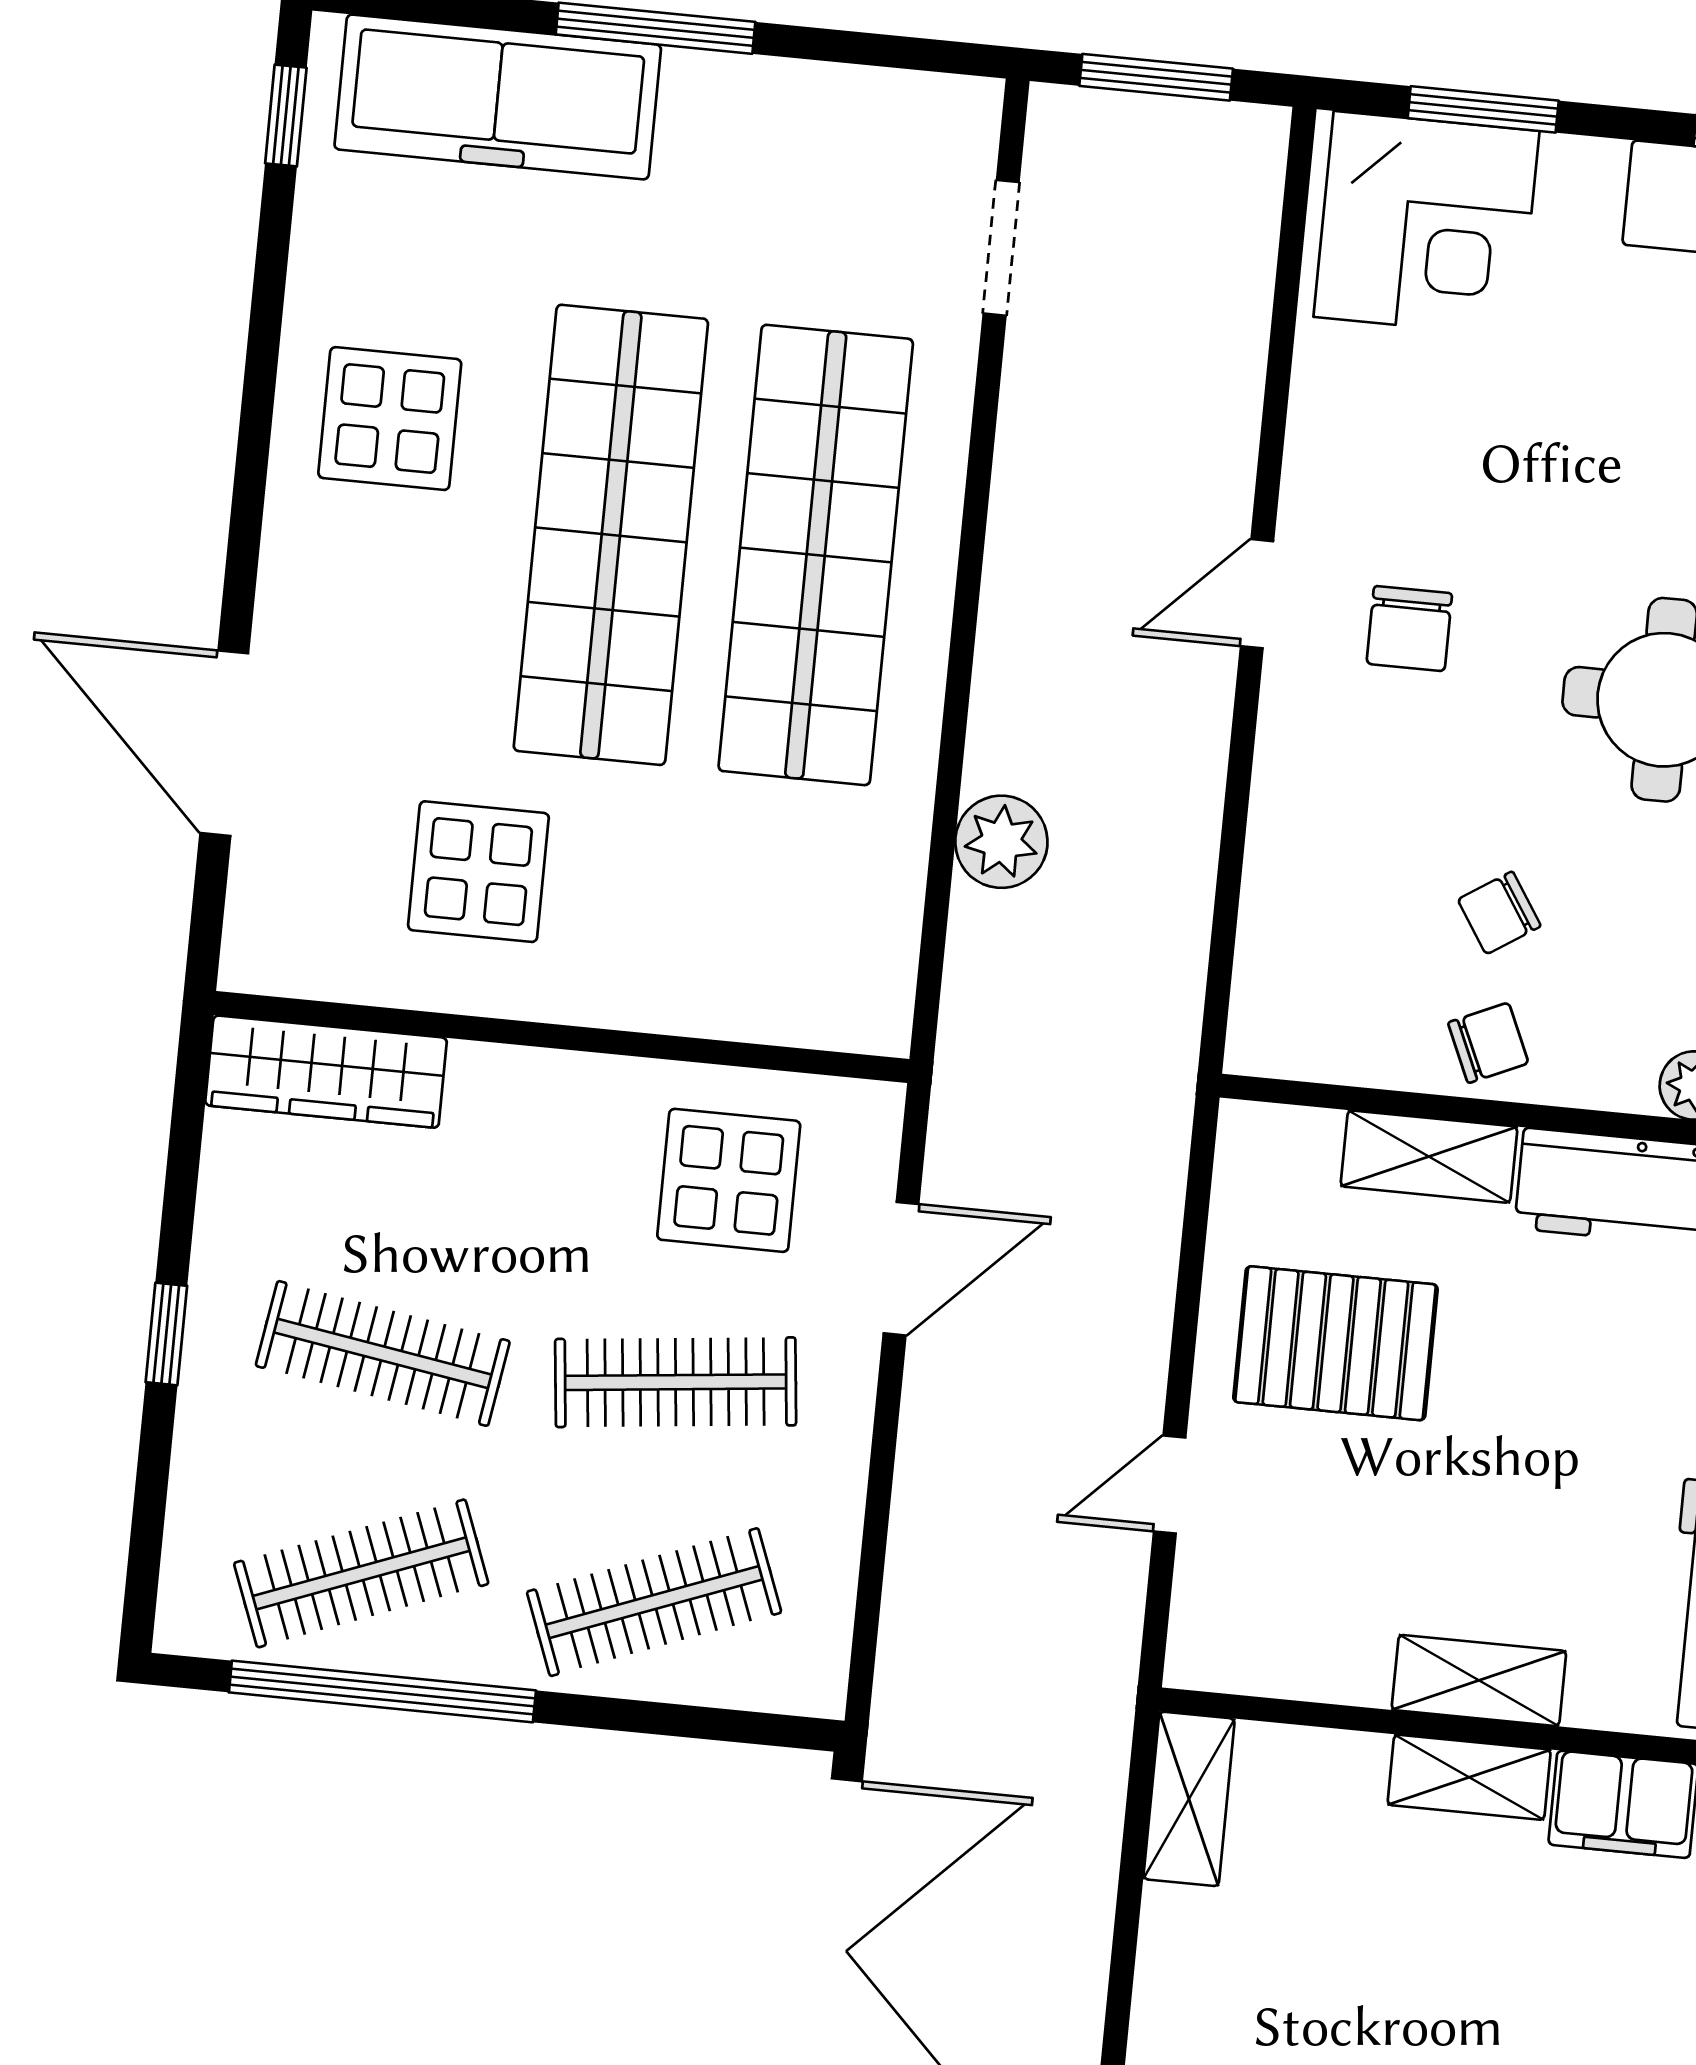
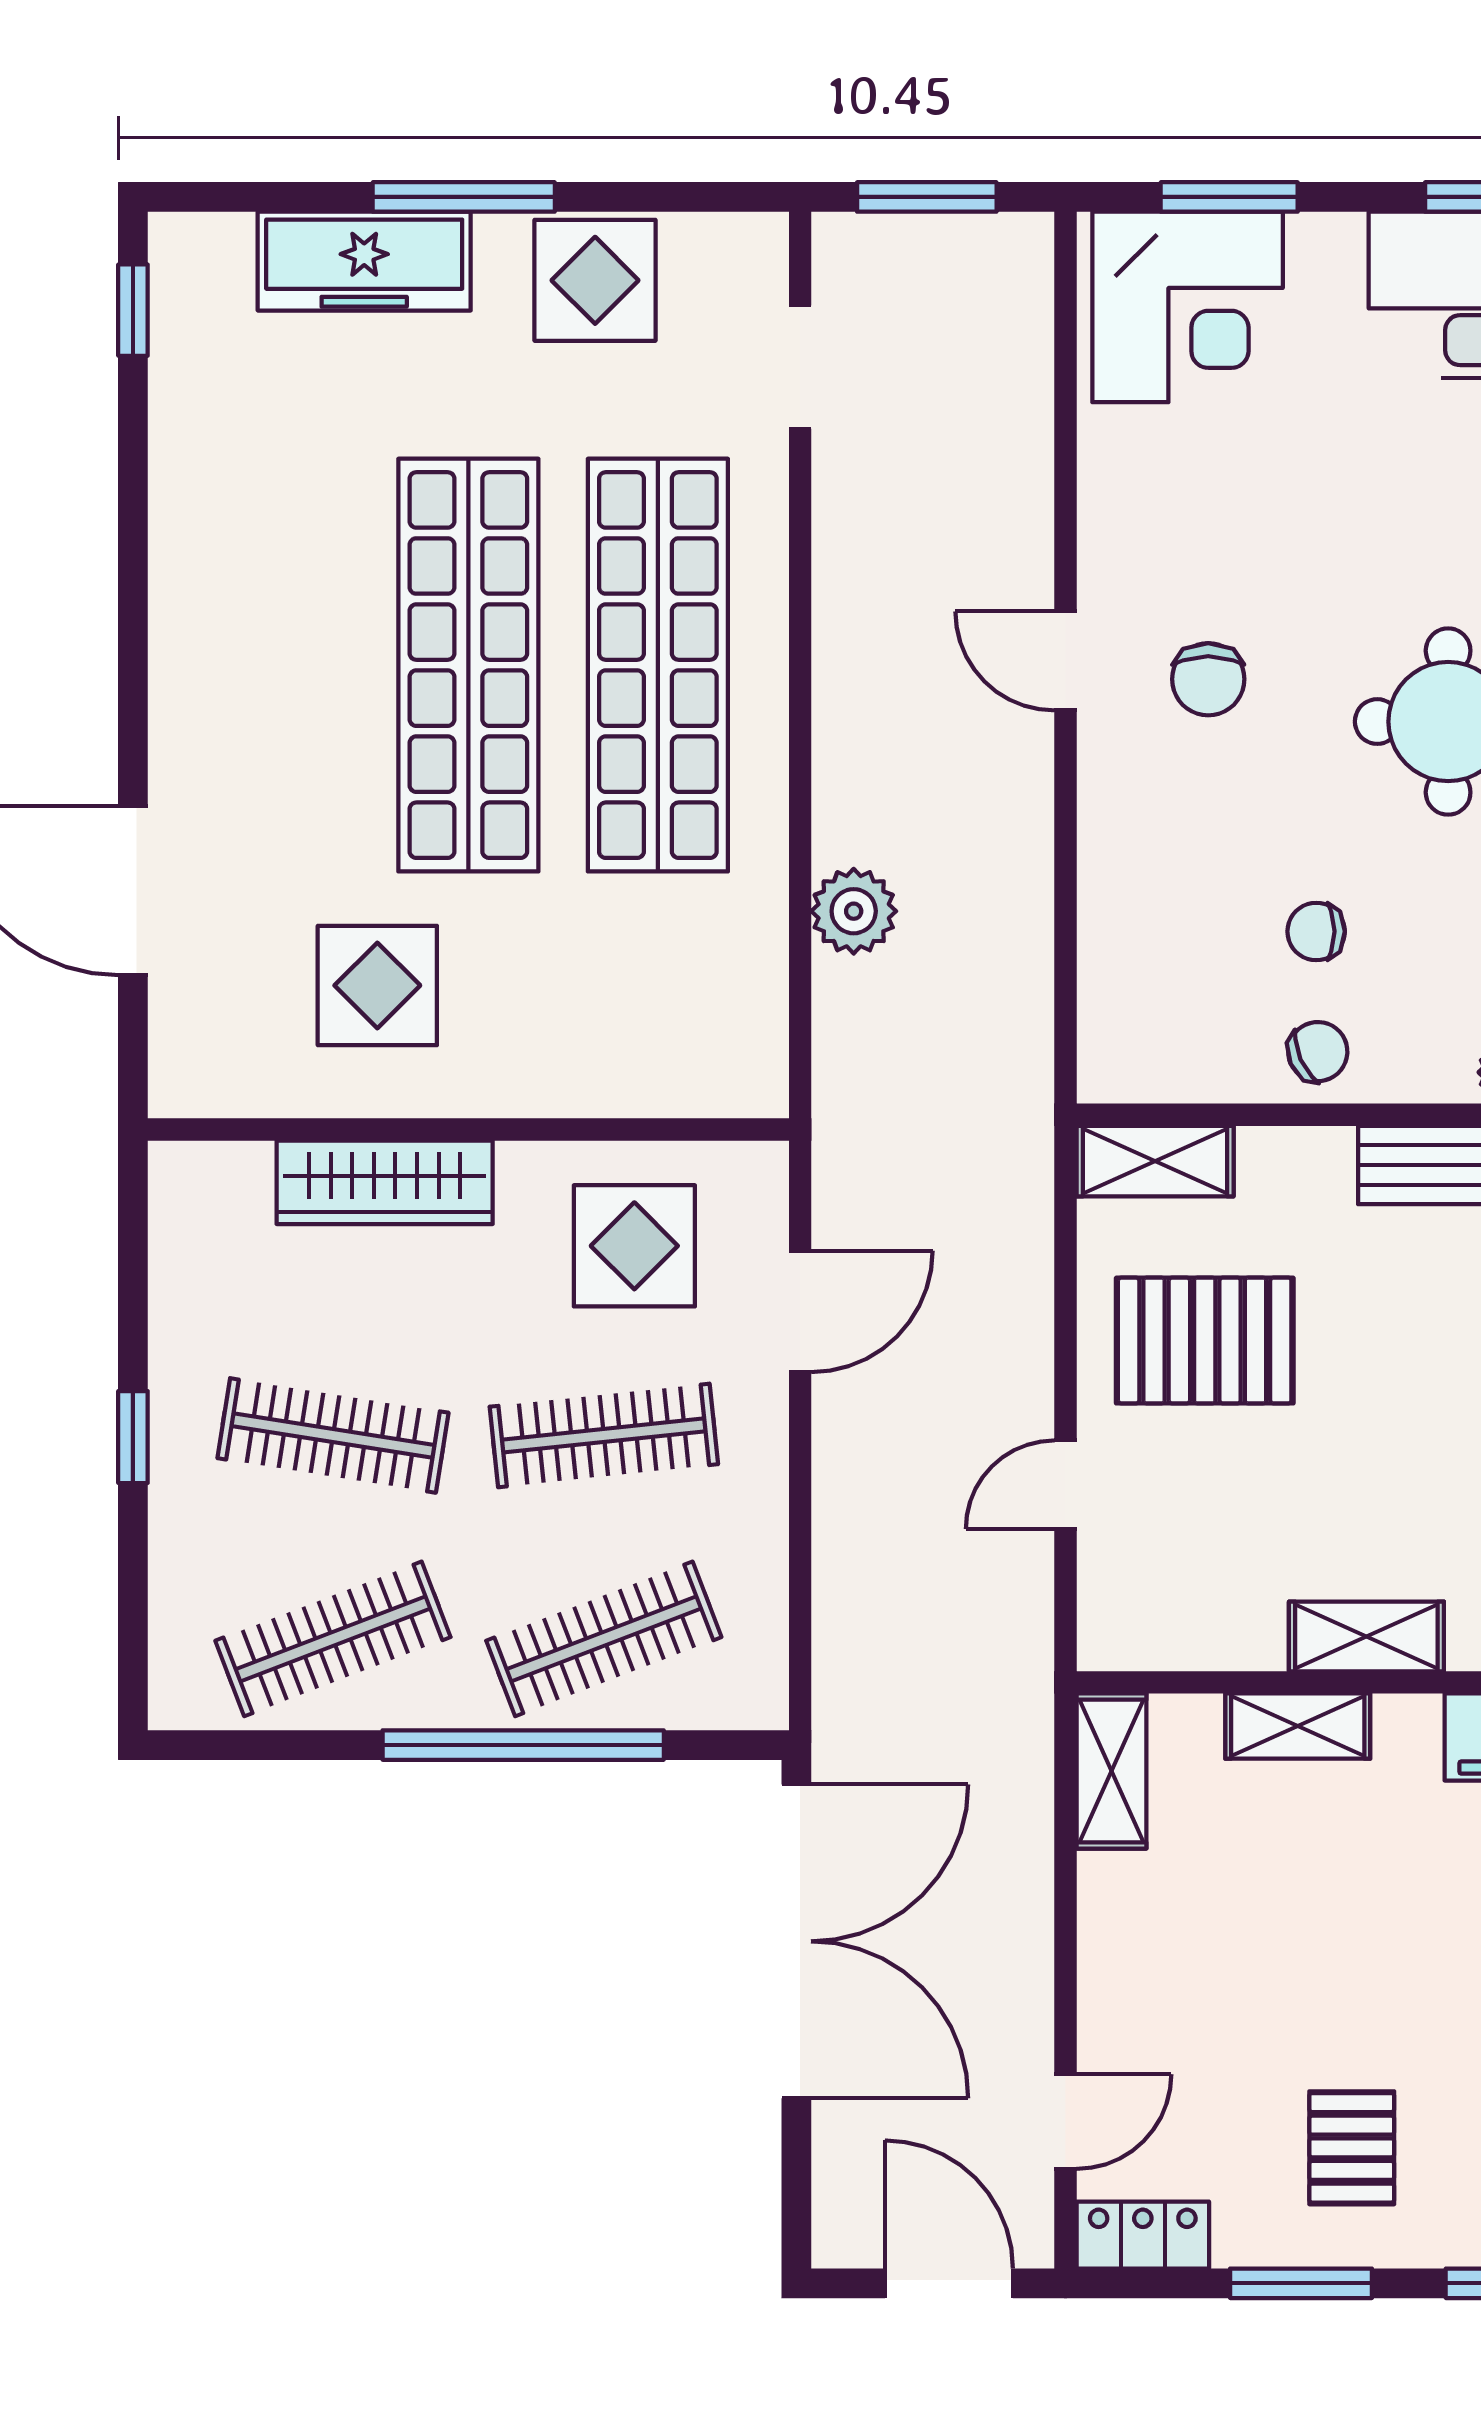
freezer: (498, 97) -> (364, 261), width x0.73, depth x0.79
display table: (390, 419) -> (595, 280), moved
door: (1257, 594) -> (1066, 661), hinge flipped
chair: (1499, 913) -> (1316, 931), turned 33
wardrobe: (326, 1072) -> (385, 1182), moved
shelving: (1429, 1157) -> (1155, 1161), moved
window: (382, 1691) -> (523, 1745), moved
shelving: (1469, 1777) -> (1298, 1726), moved

